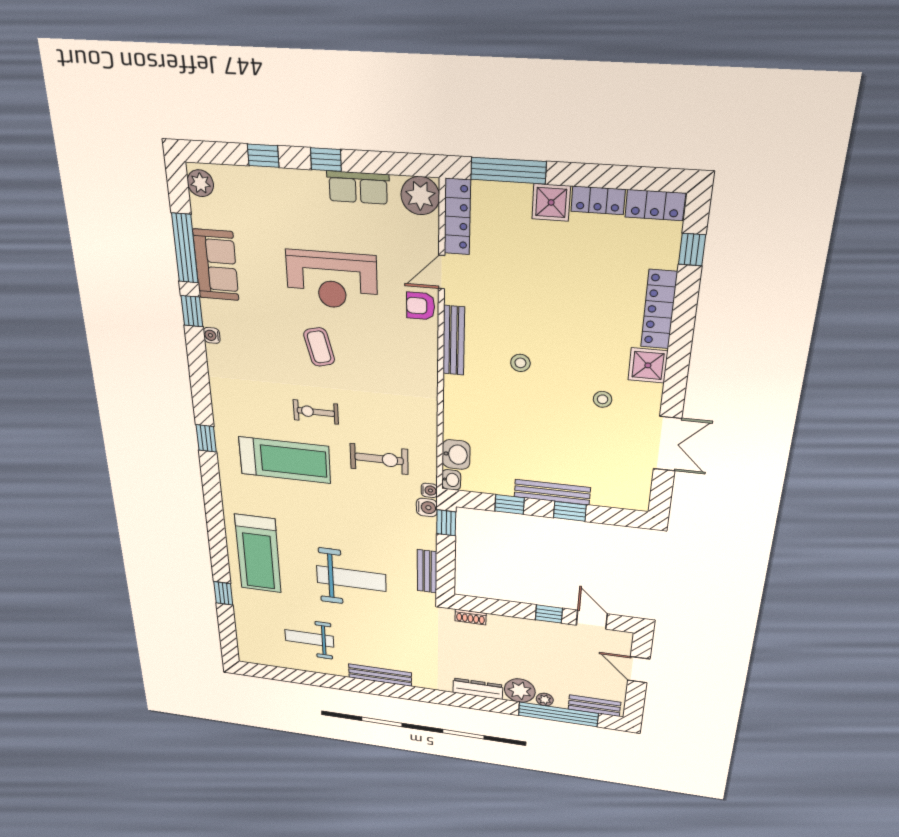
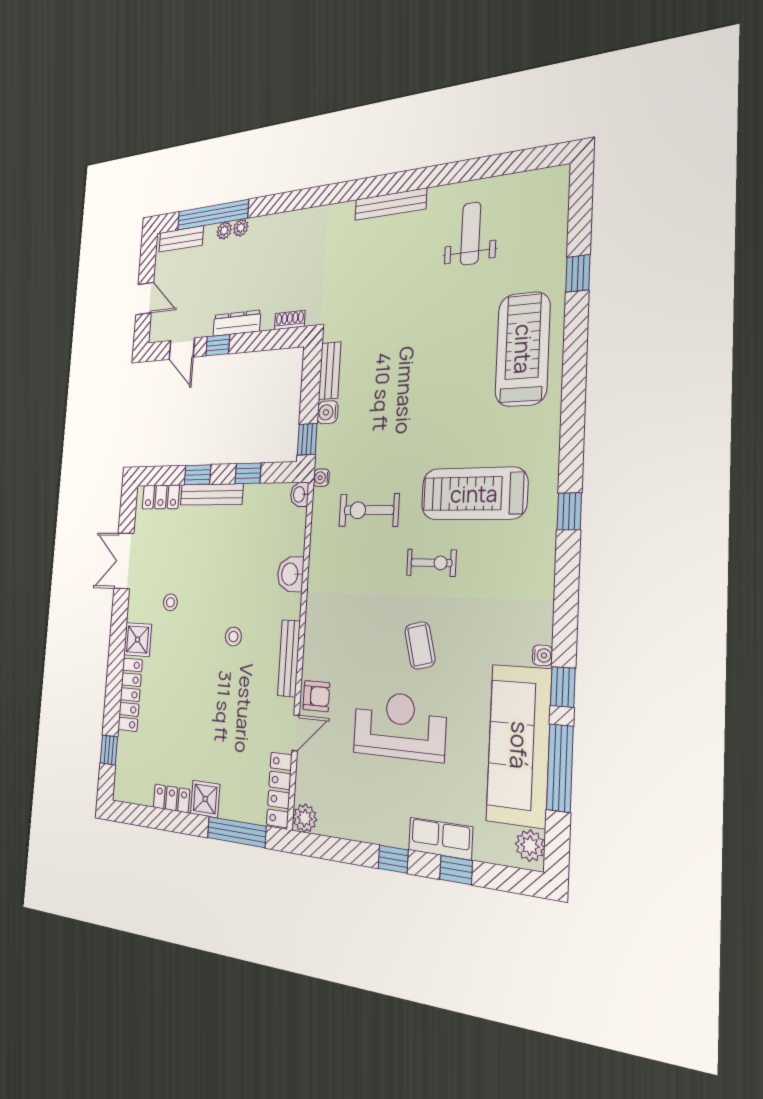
row of seats: (358, 188) -> (440, 838), moved
plant: (420, 196) -> (305, 818), width x0.73, depth x0.73
locker: (655, 205) -> (161, 497), moved, turned 180
sofa: (216, 265) -> (519, 745), width x1.85, depth x1.27
washbasin: (456, 455) -> (290, 574), moved
water cooler: (427, 507) -> (328, 412), moved
weight bench: (351, 578) -> (412, 340), removed
weight bench: (309, 638) -> (471, 234), turned -90
dresser: (478, 689) -> (237, 323), moved, turned 180
plant: (520, 691) -> (241, 228), width x0.53, depth x0.53

